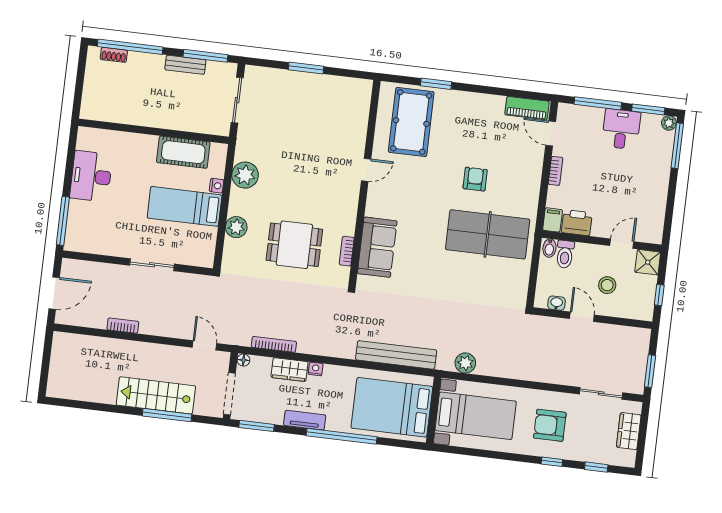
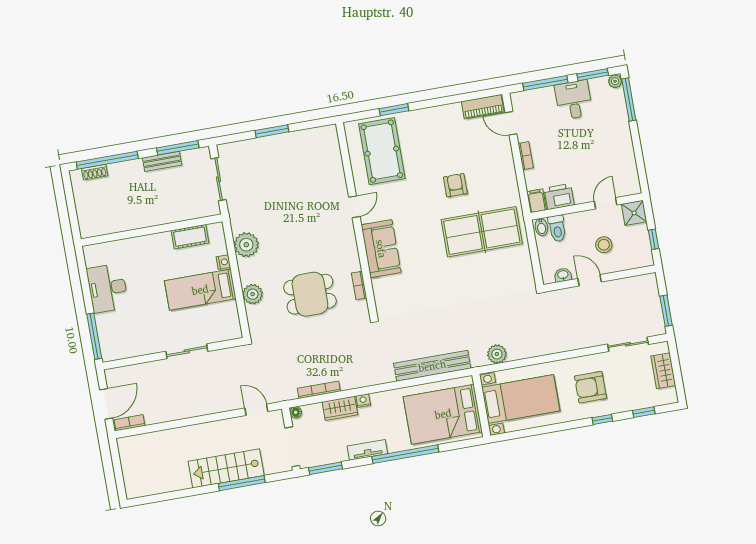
cot: (183, 152) -> (190, 237), width x0.73, depth x0.75
sofa: (377, 247) -> (381, 249), moved
bookcase: (123, 326) -> (129, 423), moved

